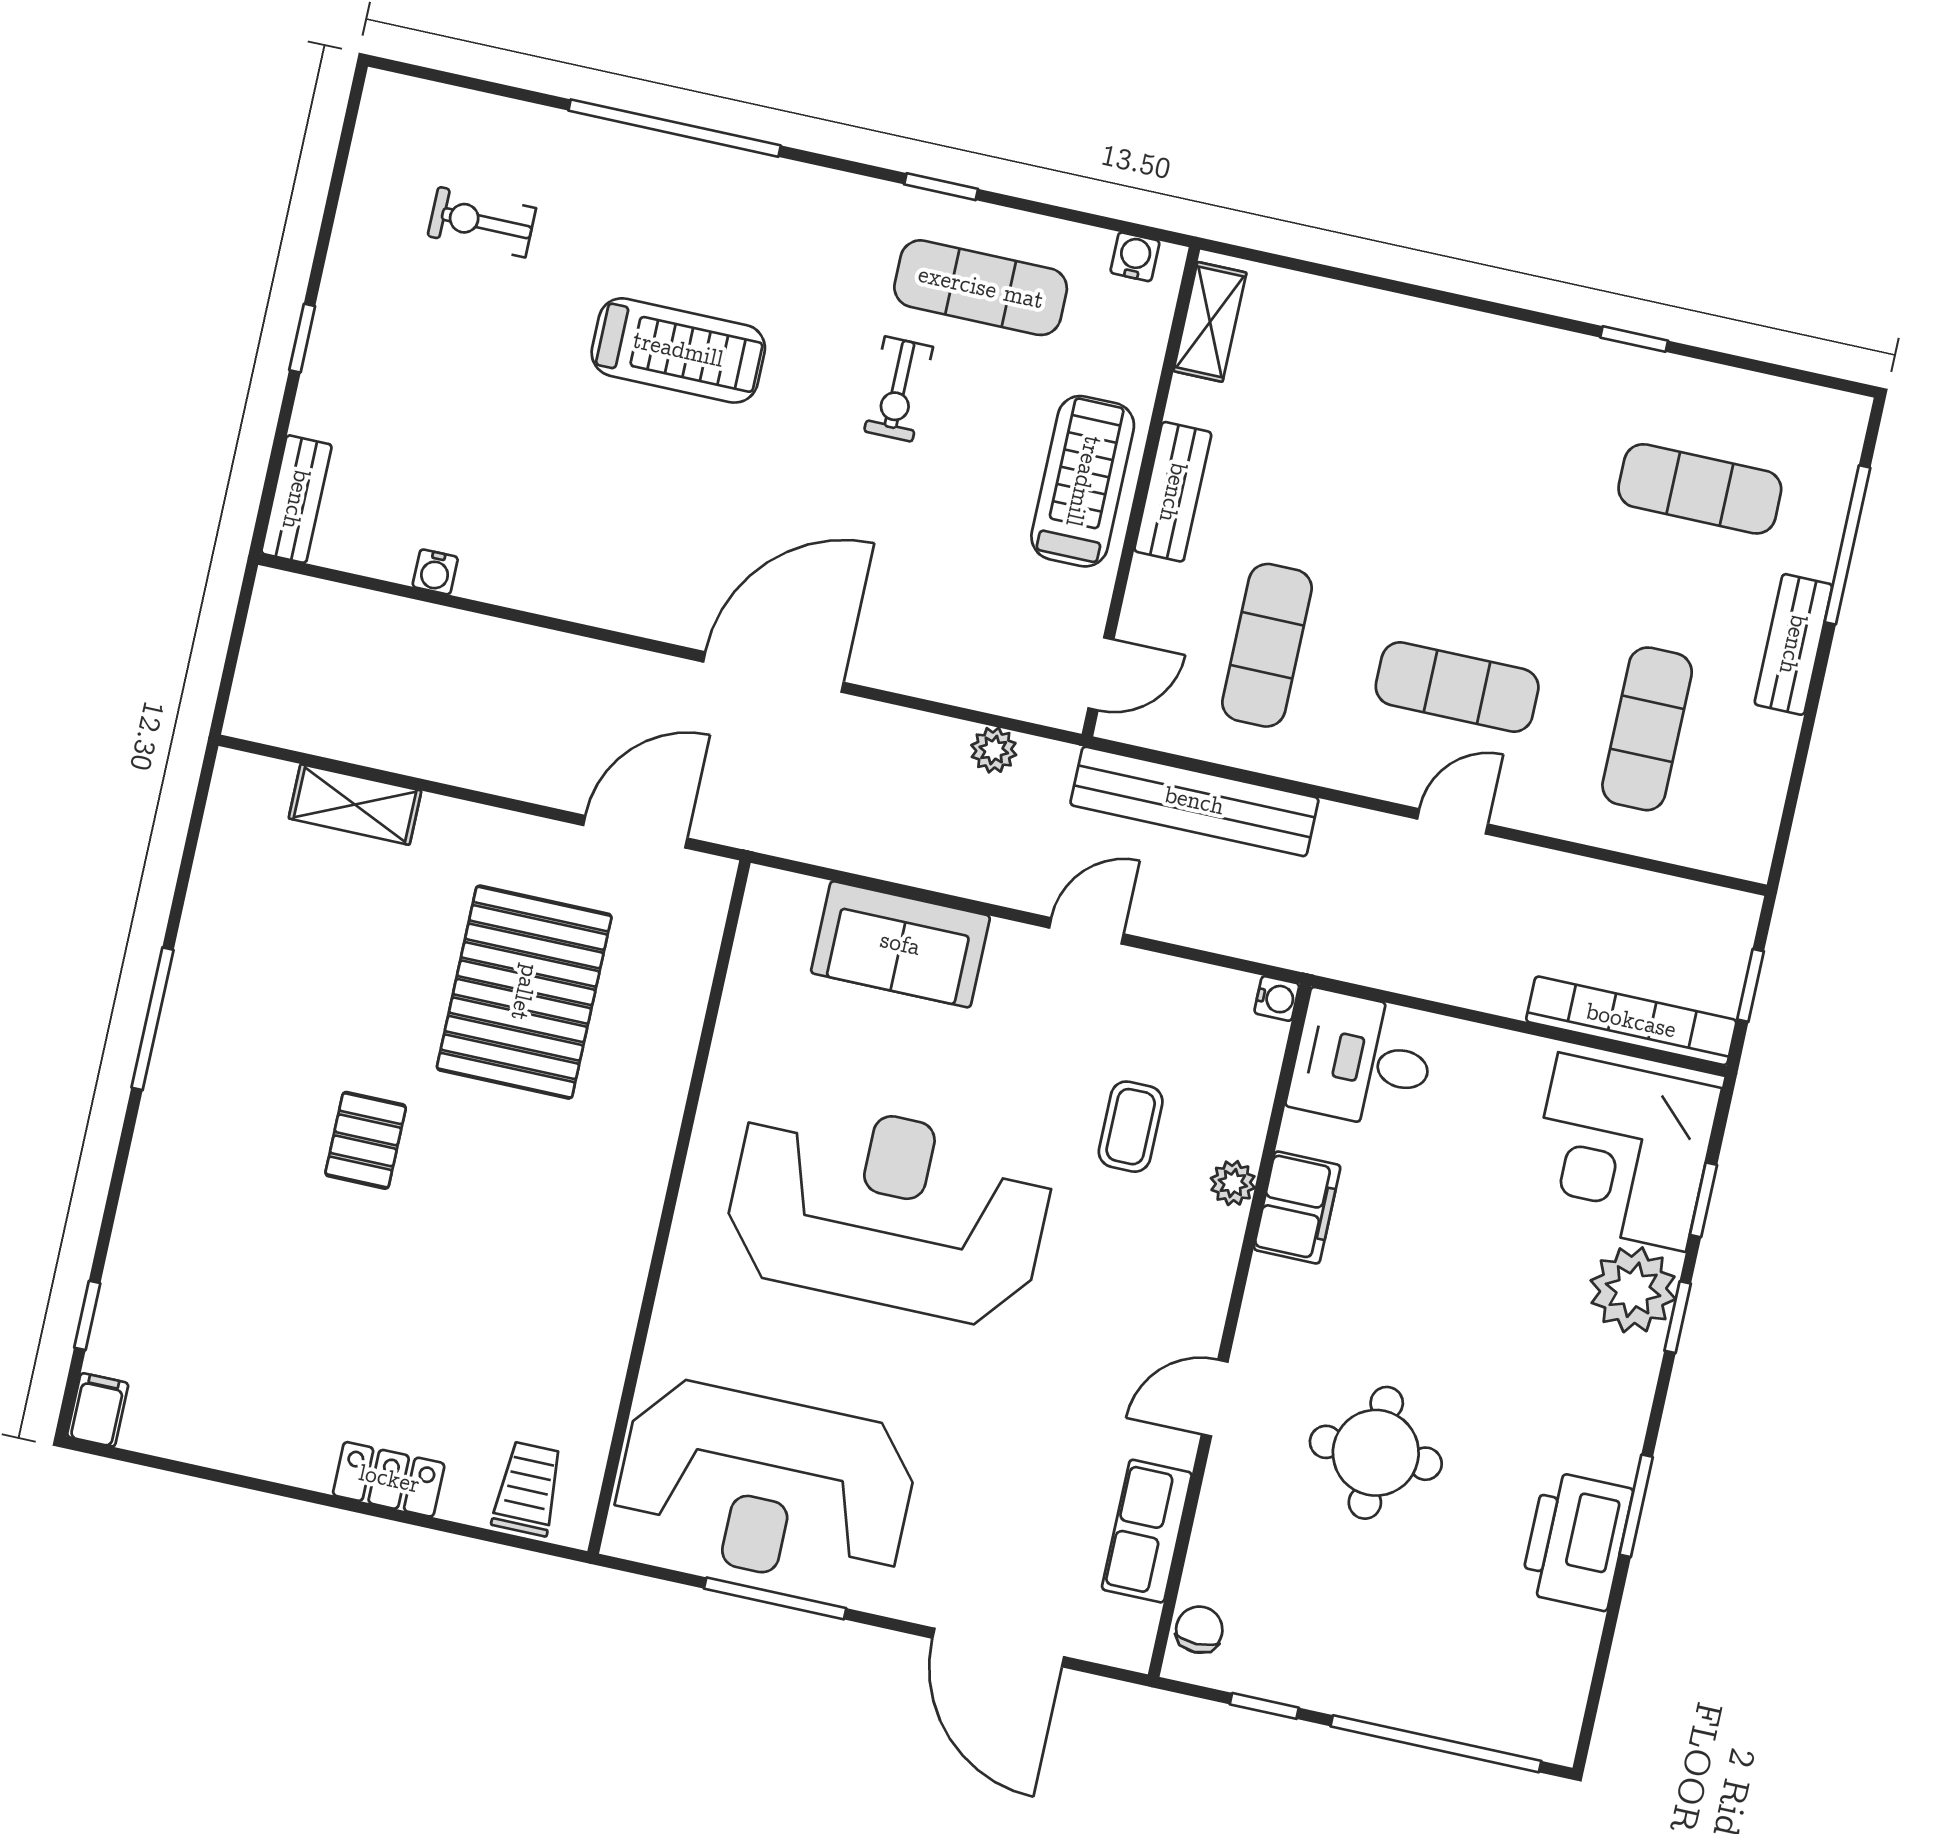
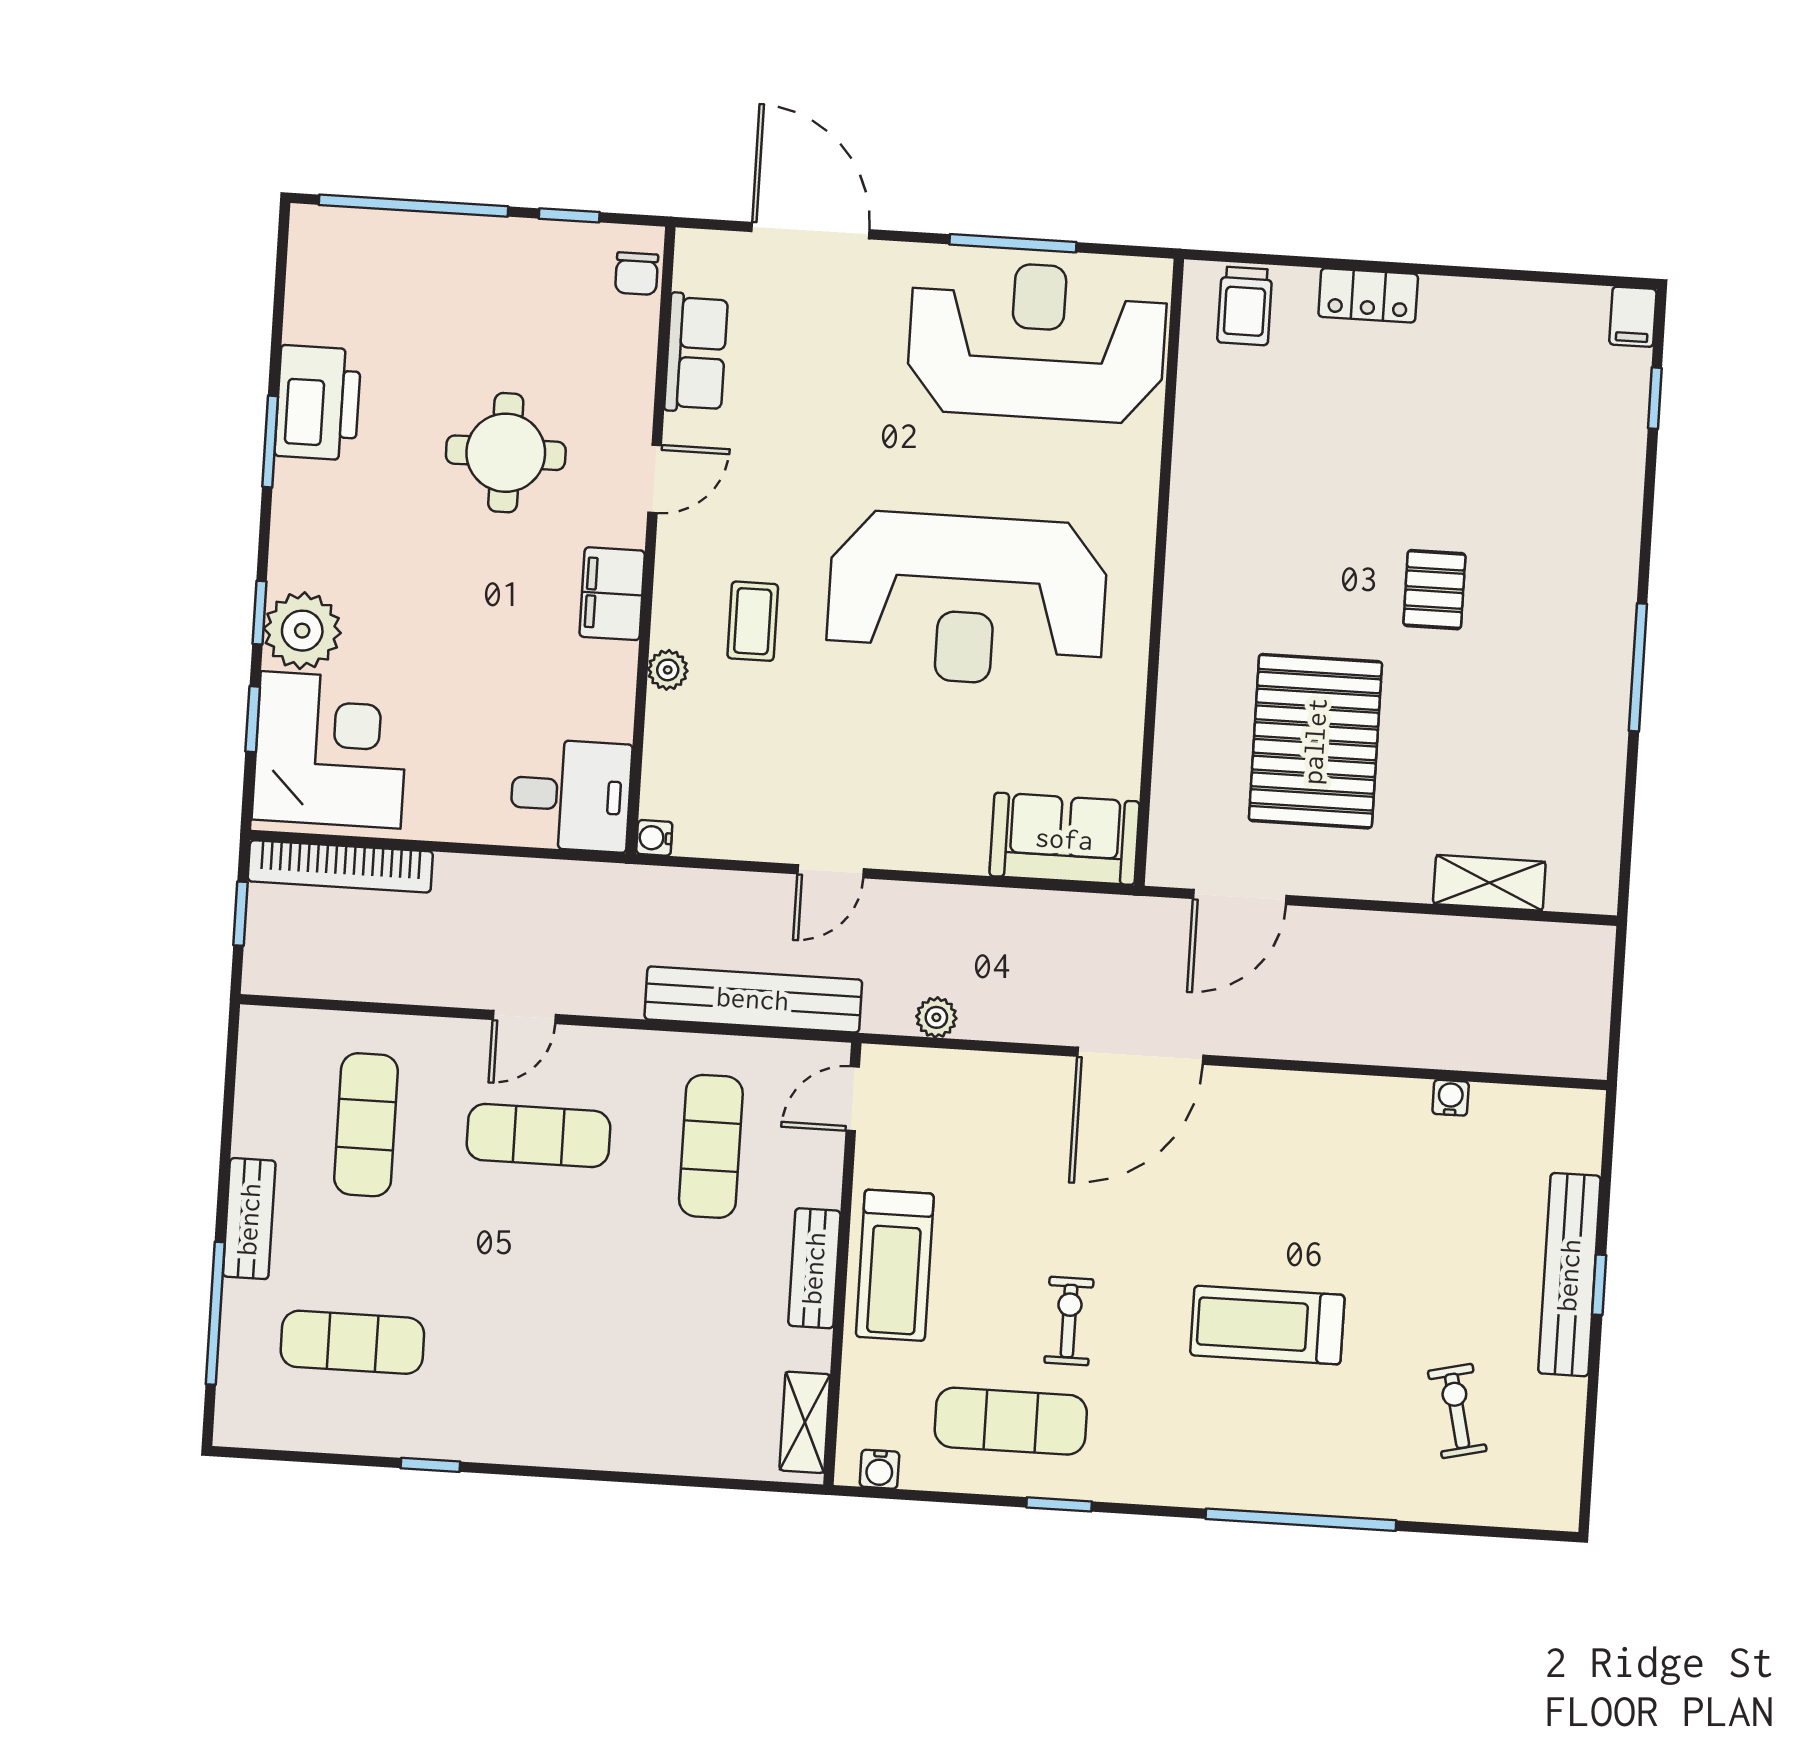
exercise bike: (482, 222) -> (1457, 1411), turned -103
bench: (296, 499) -> (1569, 1275), moved, width x1.86, depth x1.21
sofa: (900, 944) -> (1064, 839), moved
coffee table: (1131, 1127) -> (753, 621), moved
filing cabinet: (1297, 1207) -> (612, 594), moved

